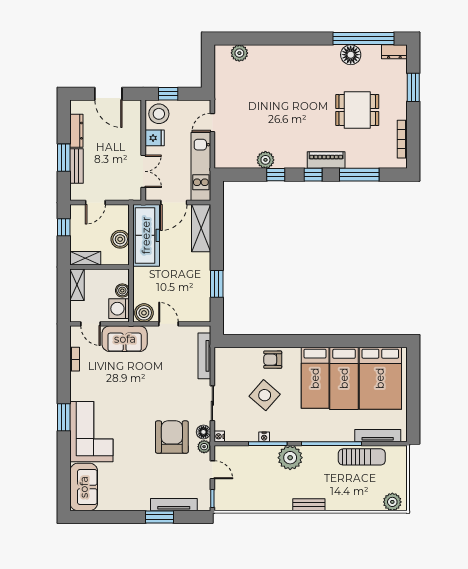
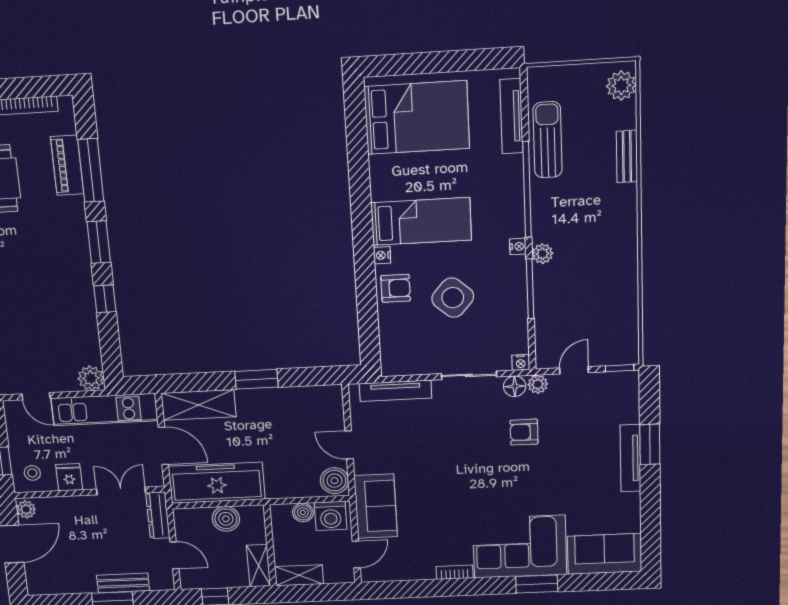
plant: (133, 106) -> (26, 509), added
stool: (159, 114) -> (32, 473), width x0.53, depth x0.53
dresser: (76, 131) -> (158, 515), moved, turned -90
plant: (265, 160) -> (91, 378), moved
piano: (326, 160) -> (67, 165), moved
window: (313, 175) -> (99, 242), width x1.50
window: (217, 284) -> (257, 379), moved
door: (168, 324) -> (349, 445), hinge flipped
nightstand: (295, 352) -> (382, 255), added
bookcase: (75, 359) -> (455, 572), moved
armchair: (273, 360) -> (396, 288), turned -90
bed: (344, 378) -> (420, 176), removed
window: (64, 417) -> (537, 584), moved
armchair: (172, 437) -> (524, 432), width x0.53, depth x0.53
nightstand: (264, 437) -> (518, 246), moved
plant: (290, 458) -> (542, 254), width x0.53, depth x0.53
tv unit: (174, 505) -> (630, 458), moved
bench: (309, 505) -> (627, 157), moved

